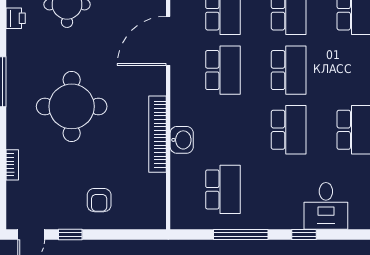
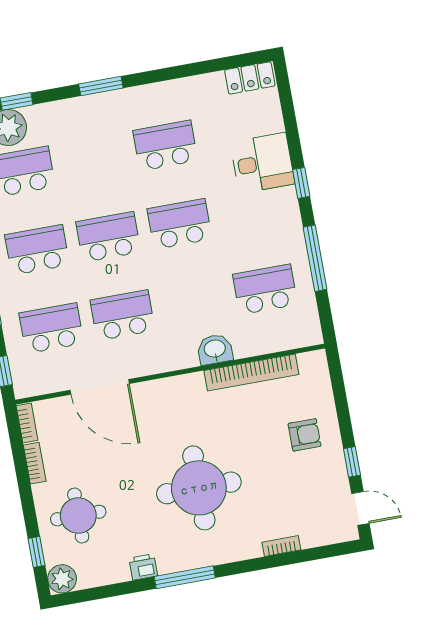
printer: (16, 18) -> (143, 567), moved
bookcase: (158, 134) -> (251, 373), moved

